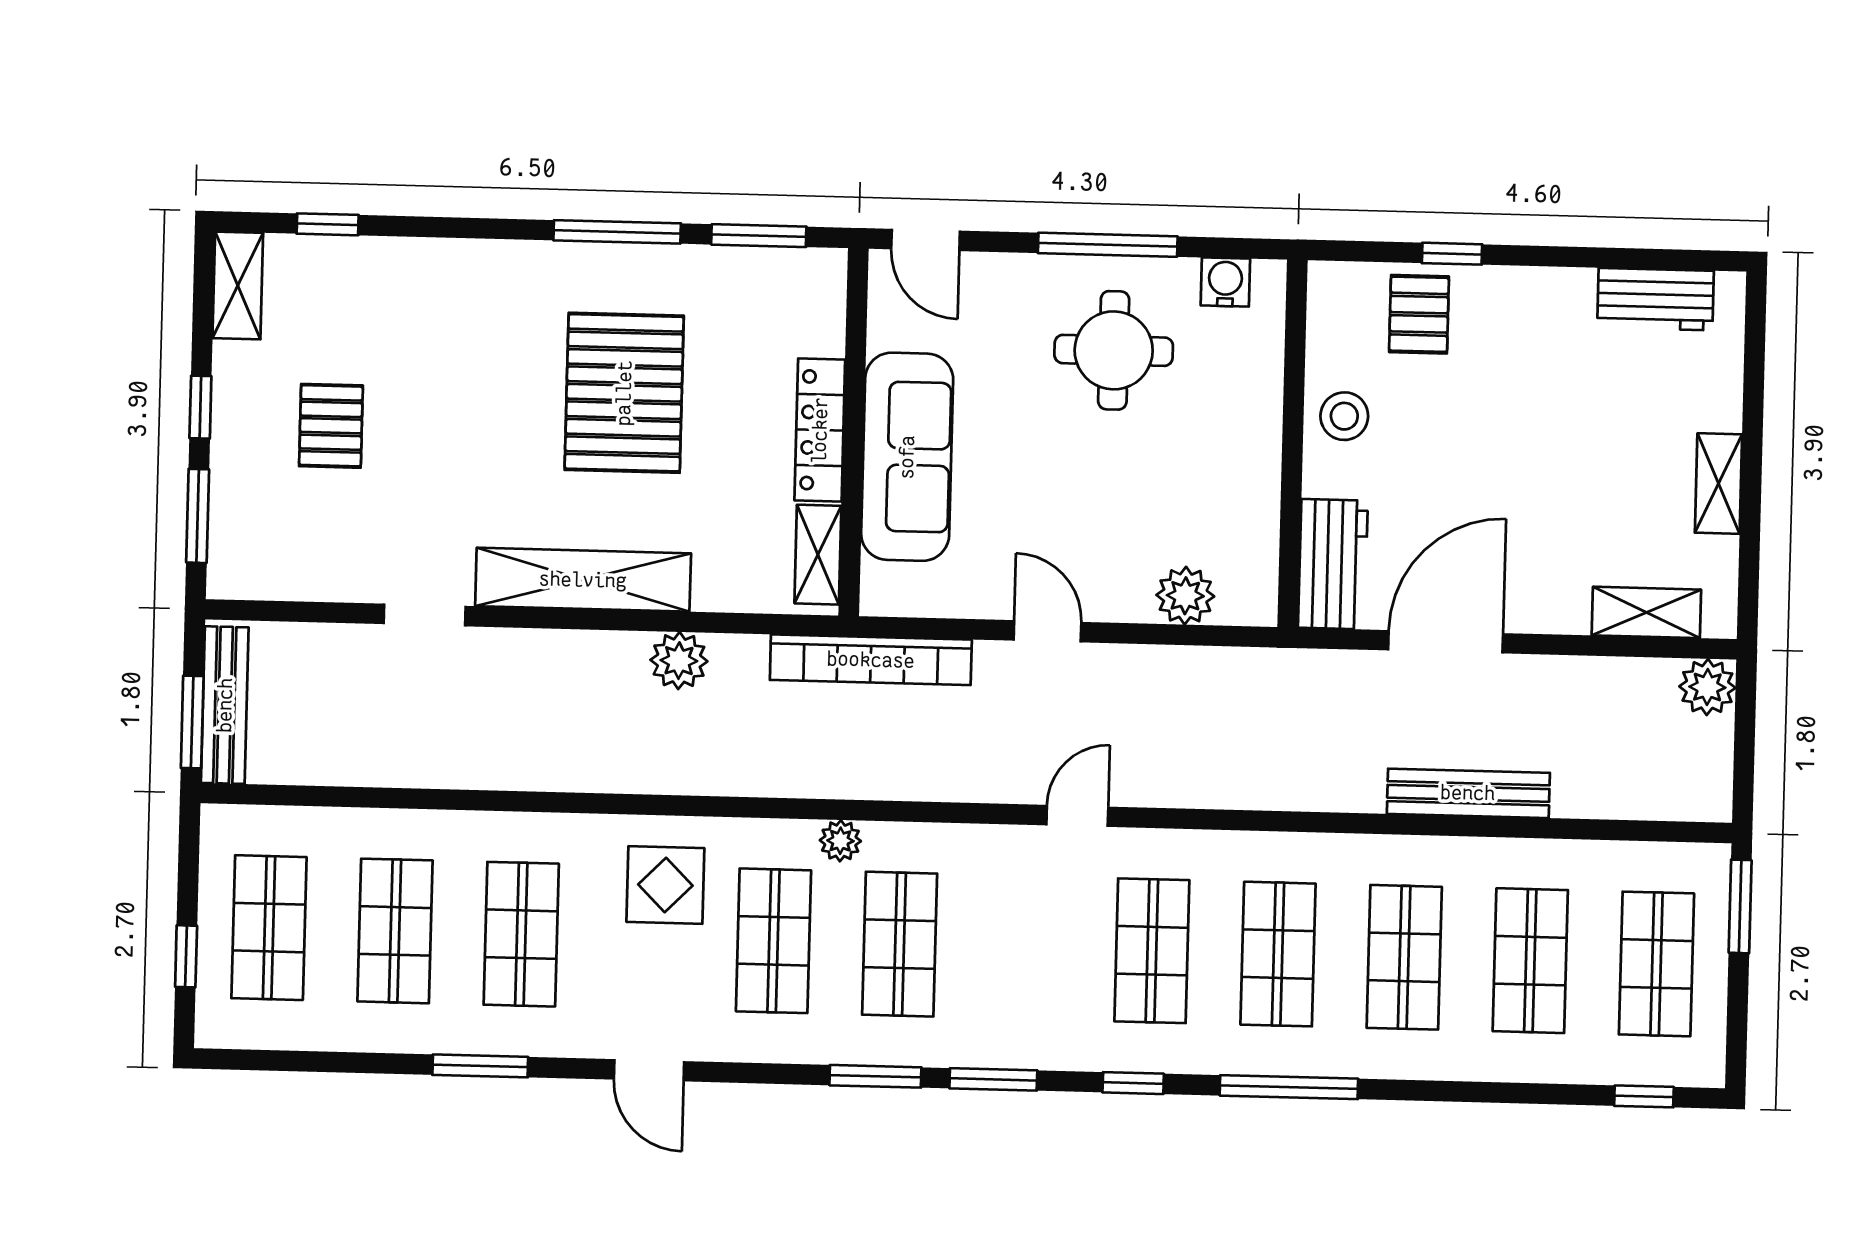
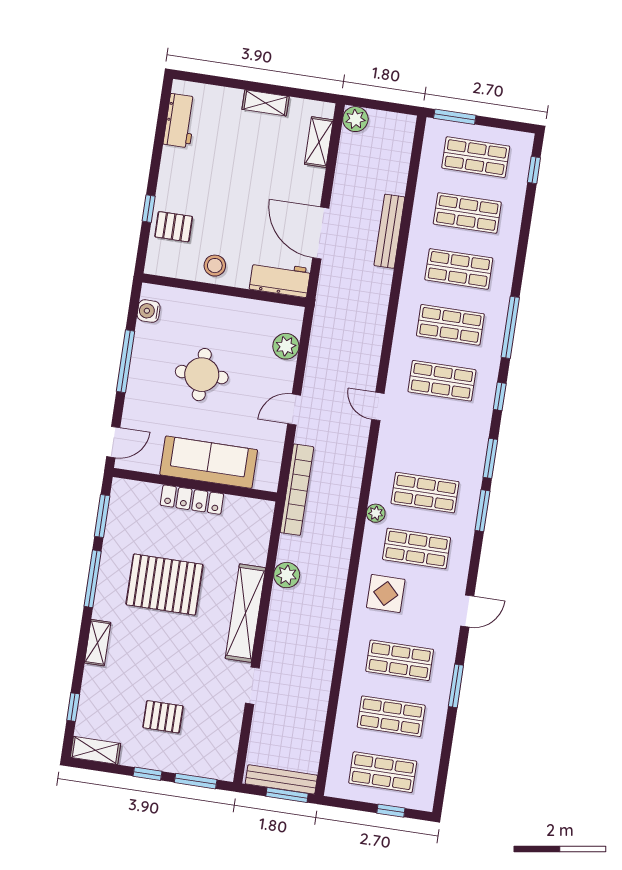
round table: (1114, 350) -> (202, 375), moved
shelving: (818, 555) -> (98, 643), moved, turned 90

